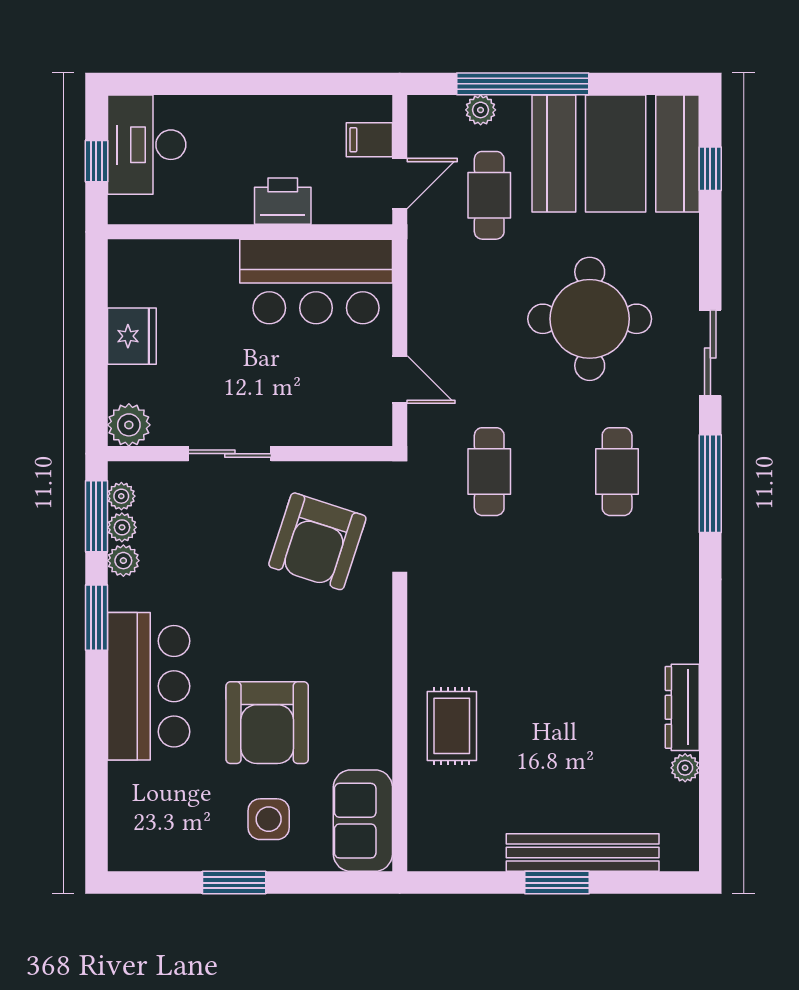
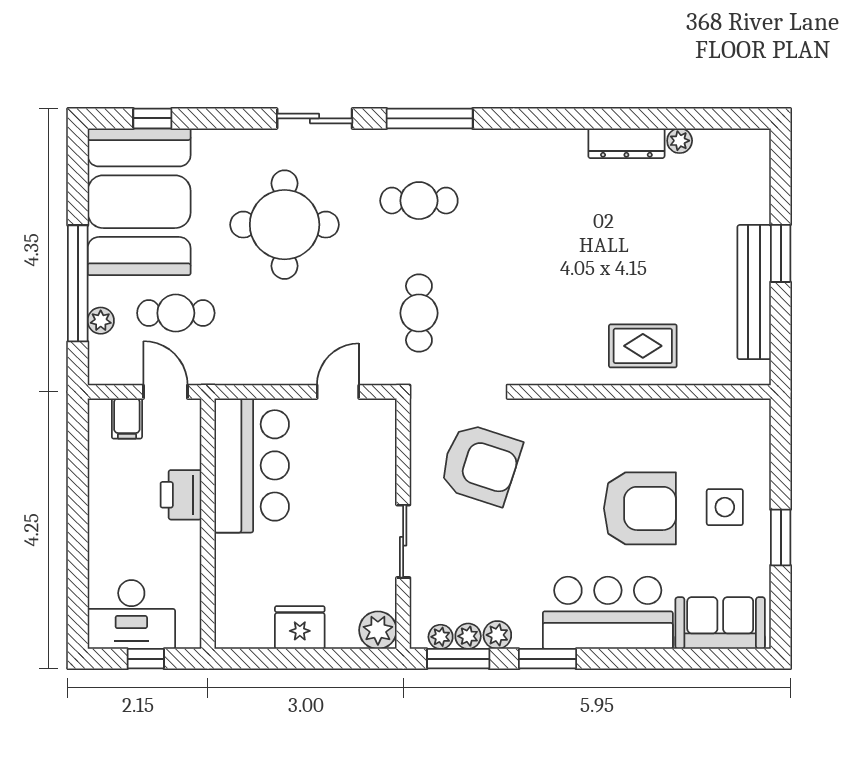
cafe table: (489, 472) -> (419, 313), turned 90
sofa: (363, 821) -> (720, 623), moved, turned 180
bench: (583, 853) -> (754, 292), moved

